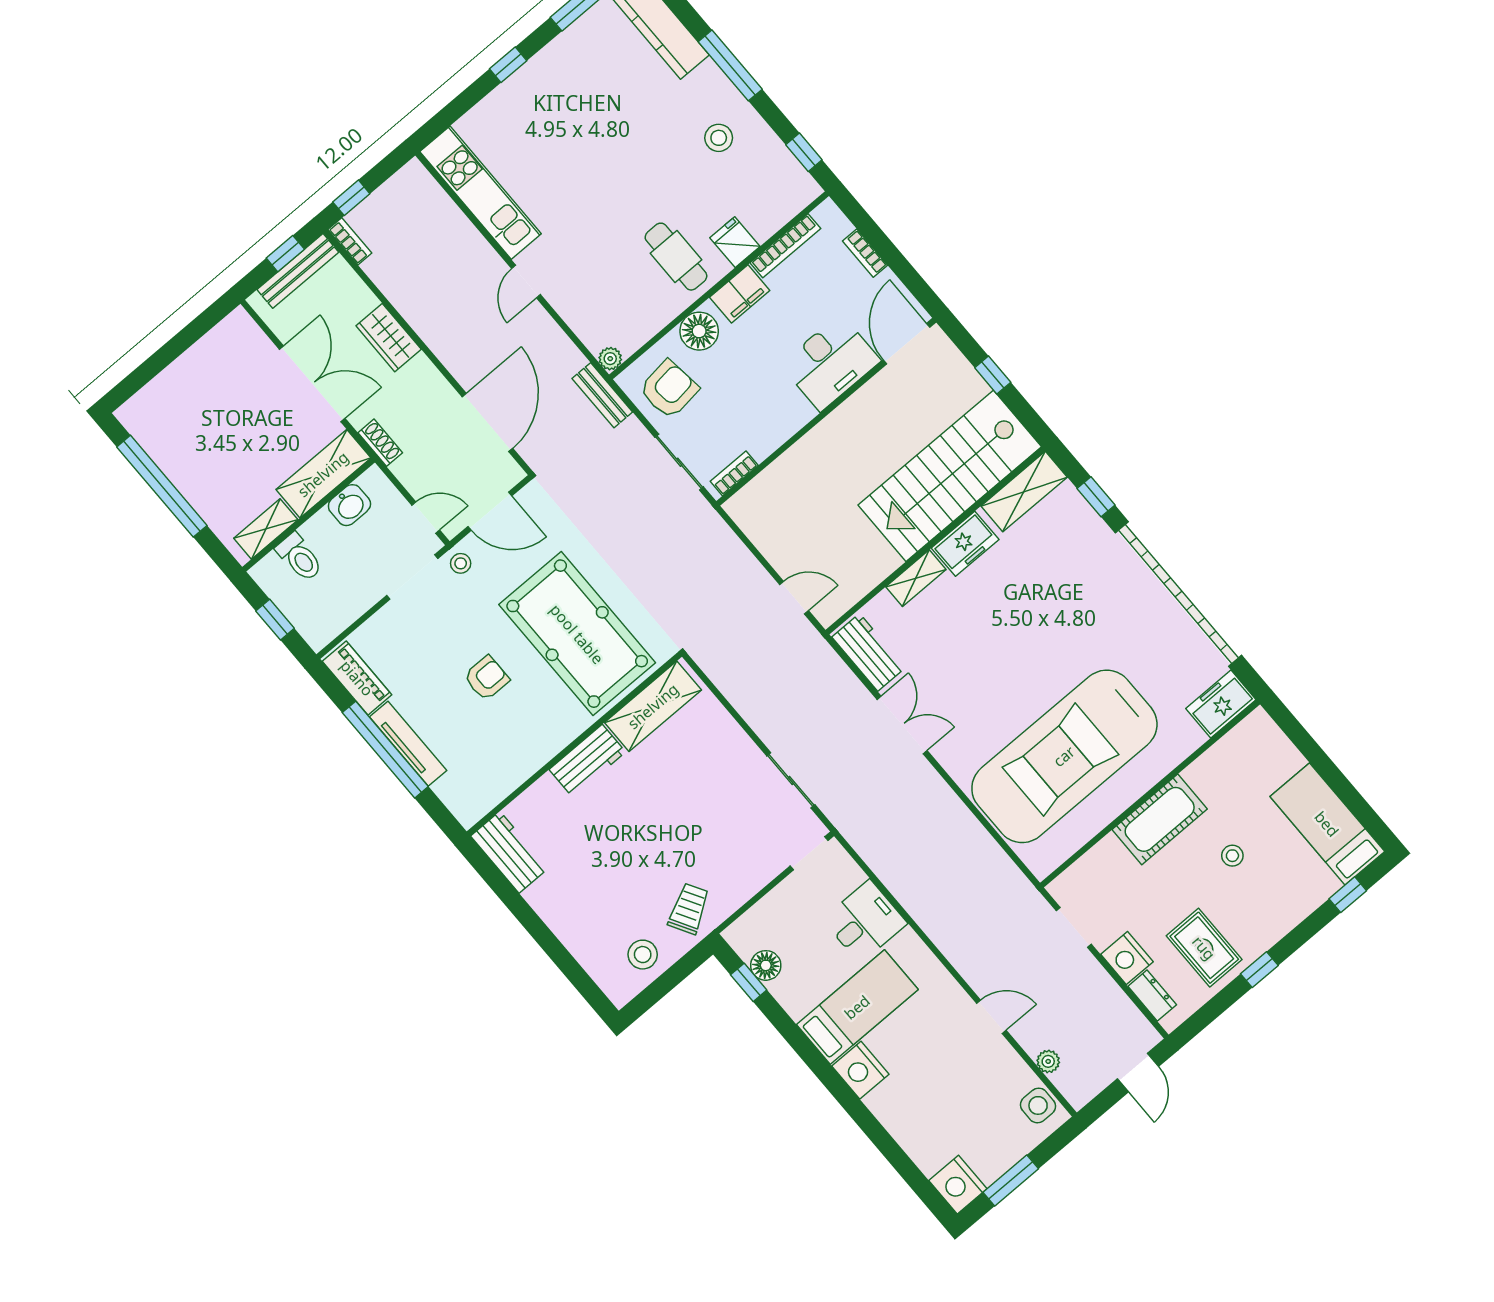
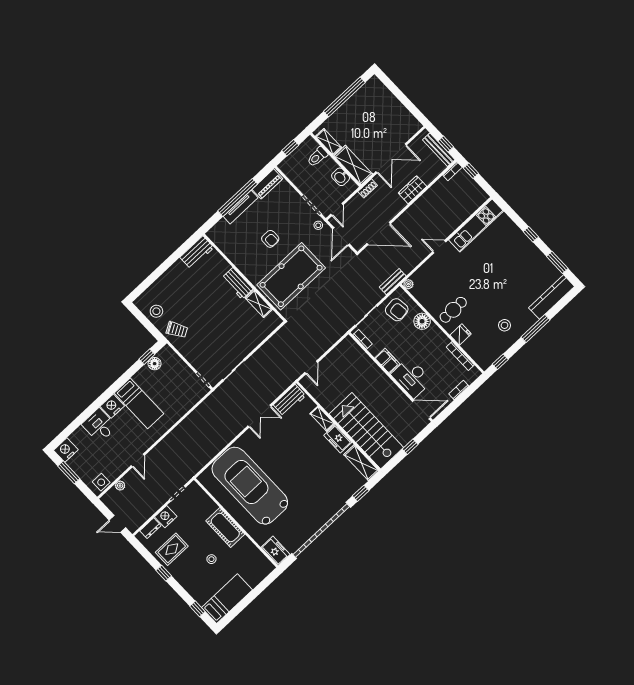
filing cabinet: (740, 294) -> (387, 361), moved, turned 180
shelving: (653, 706) -> (259, 304), width x0.67, depth x0.75
desk: (865, 921) -> (99, 426), moved, turned 180

